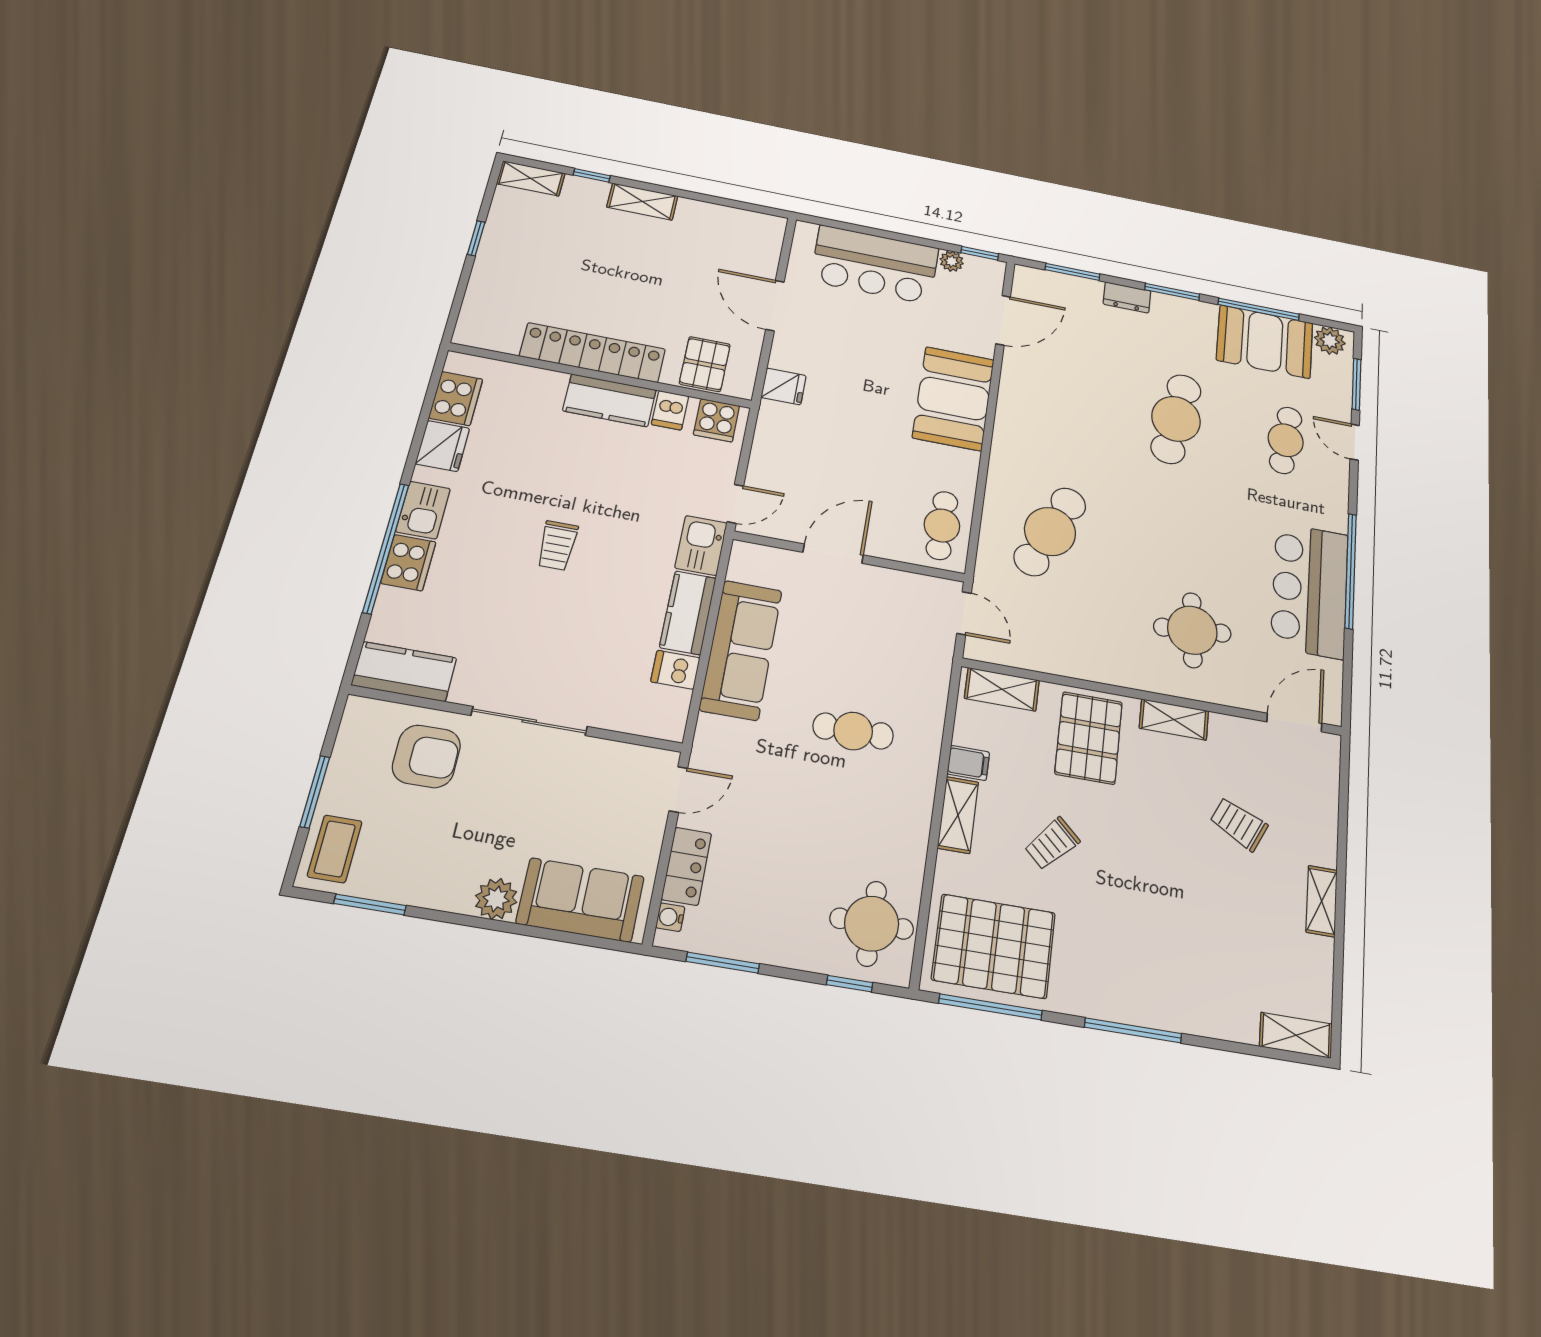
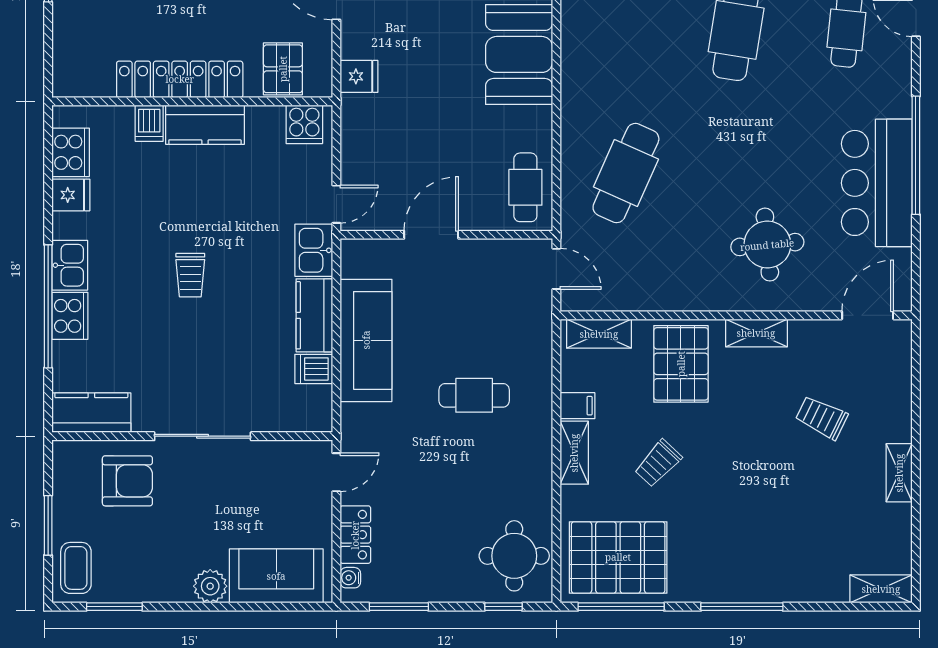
dishwasher: (670, 410) -> (149, 123), moved
fridge: (442, 446) -> (71, 195), width x0.72

